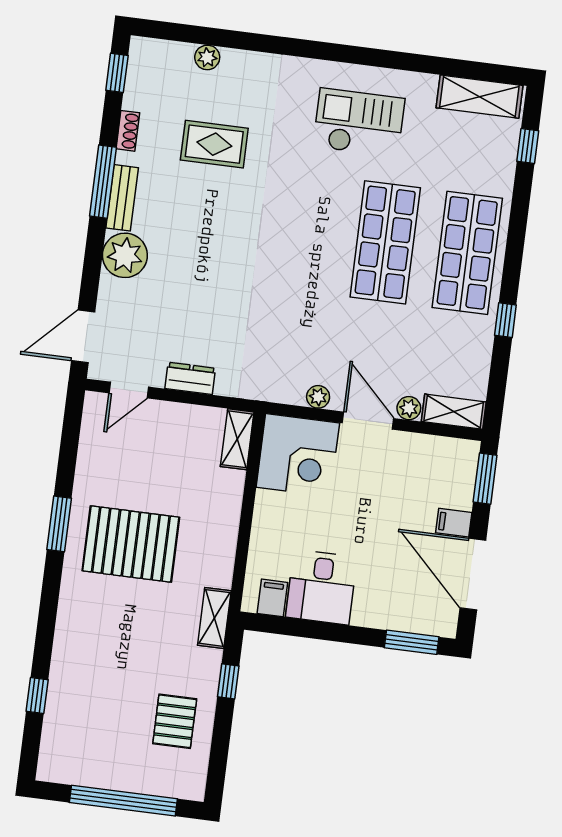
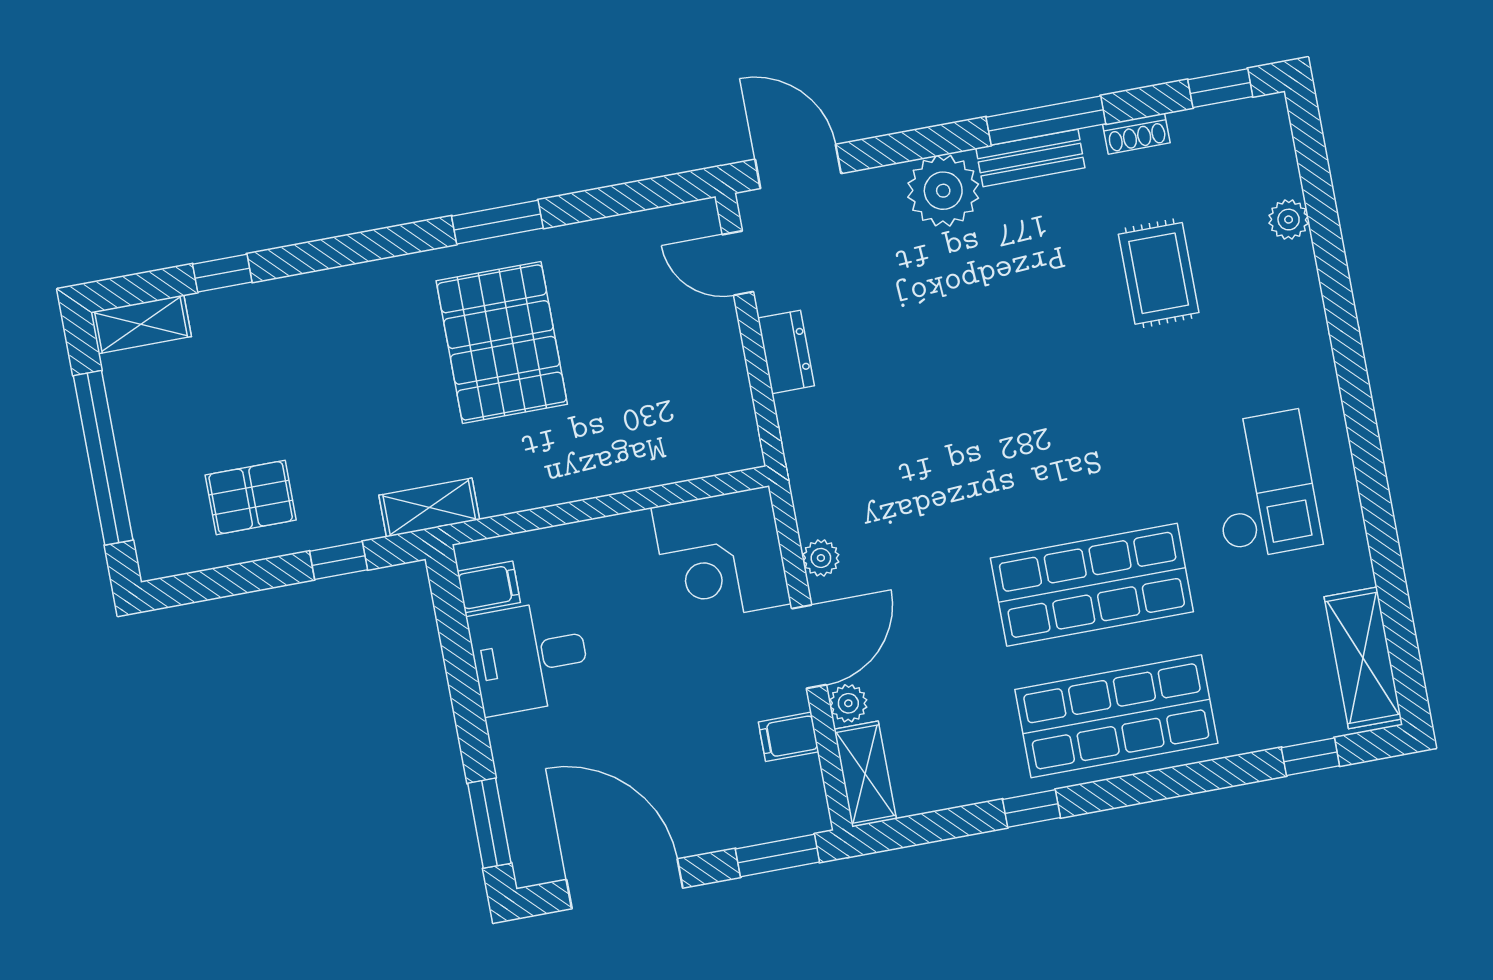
shelving: (237, 439) -> (141, 324), moved
filing cabinet: (454, 523) -> (789, 737), moved, turned -90
door: (473, 574) -> (625, 884), hinge flipped

